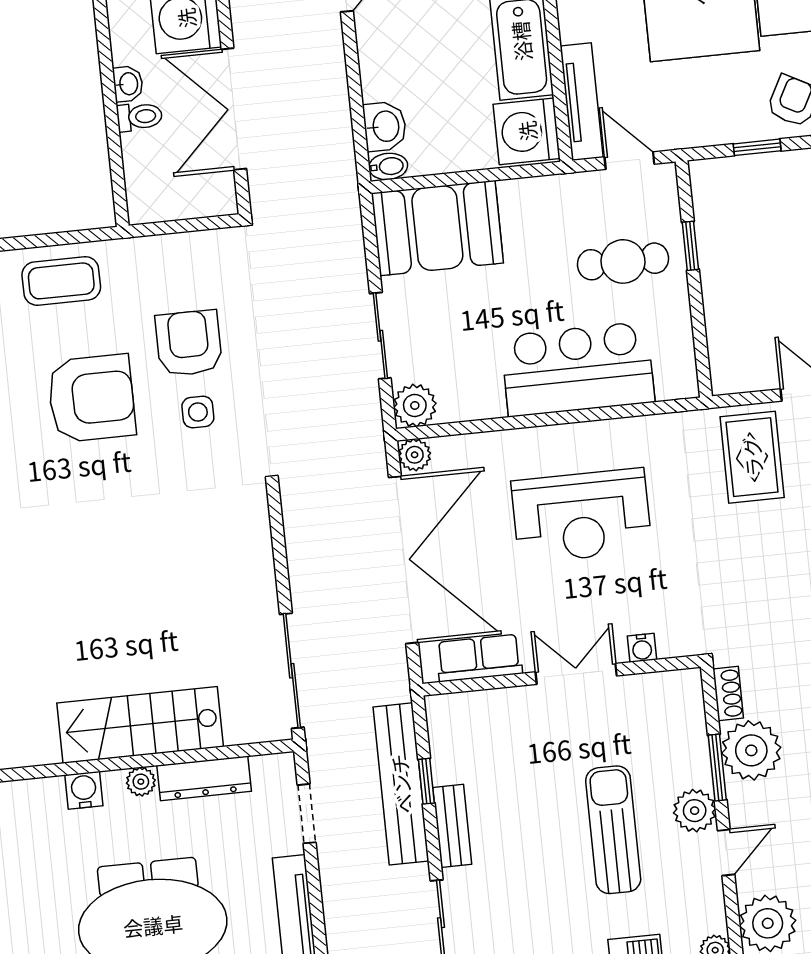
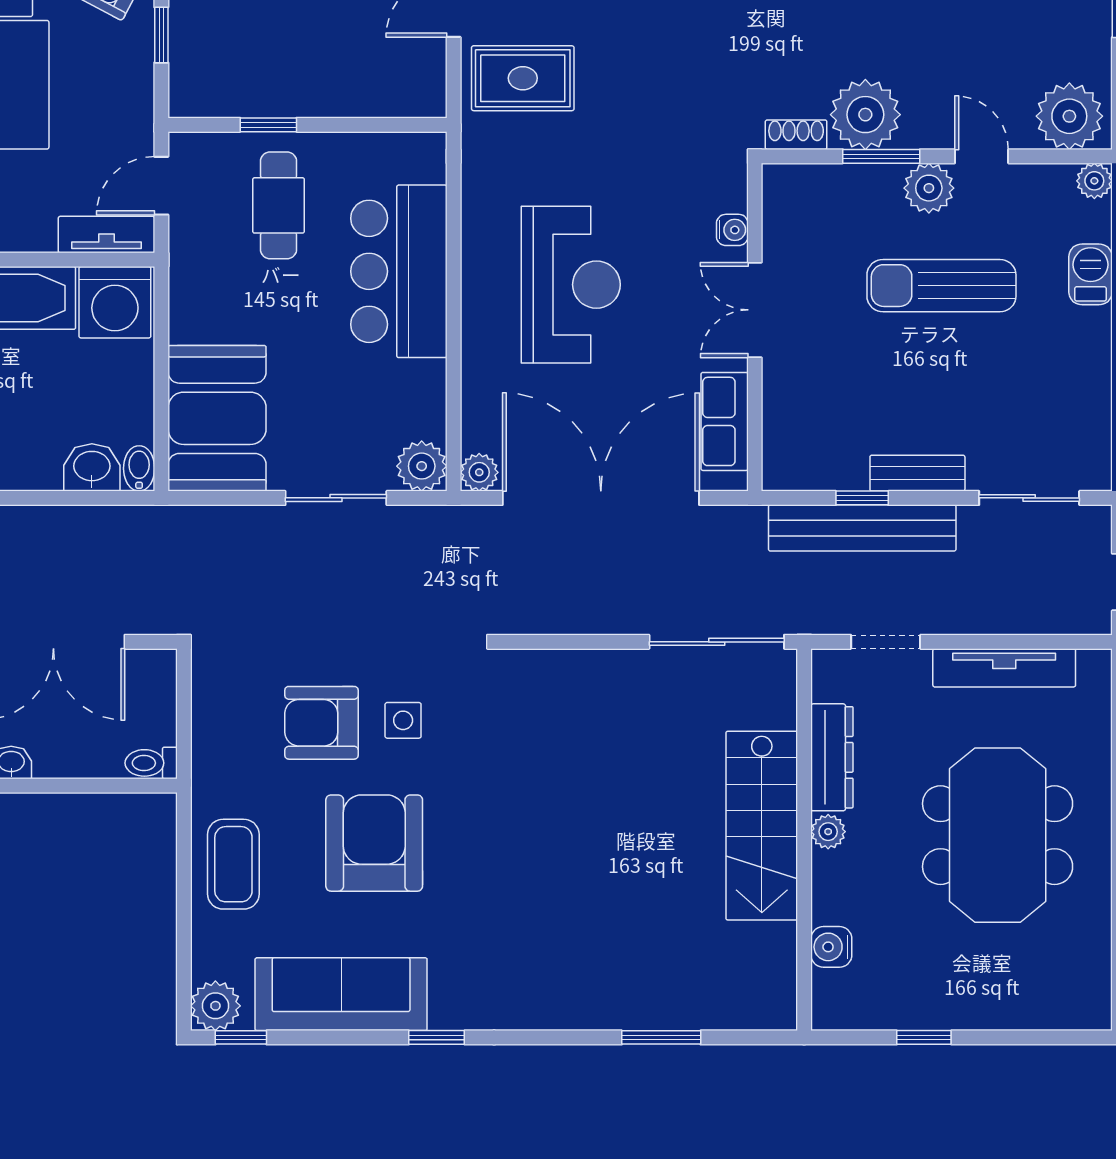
tv unit: (582, 102) -> (107, 235), width x0.71
toilet: (139, 117) -> (151, 763), moved, turned -90
water cooler: (84, 790) -> (831, 947), moved

